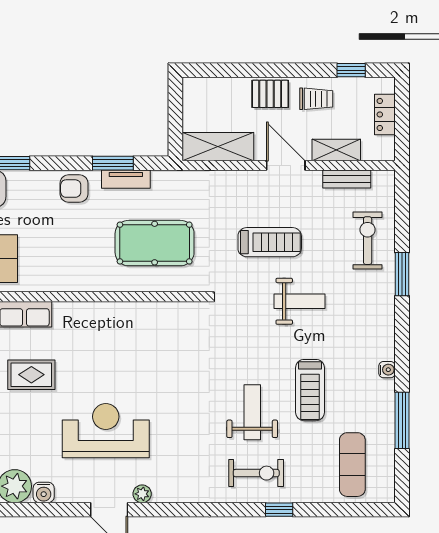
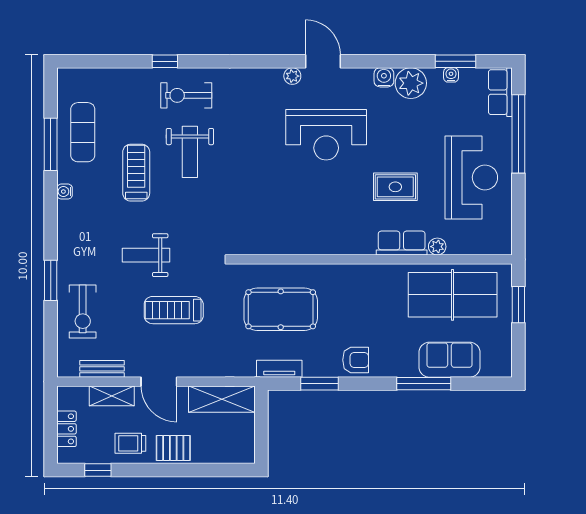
tv unit: (126, 179) -> (279, 369), moved
exercise mat: (352, 465) -> (83, 132), moved

